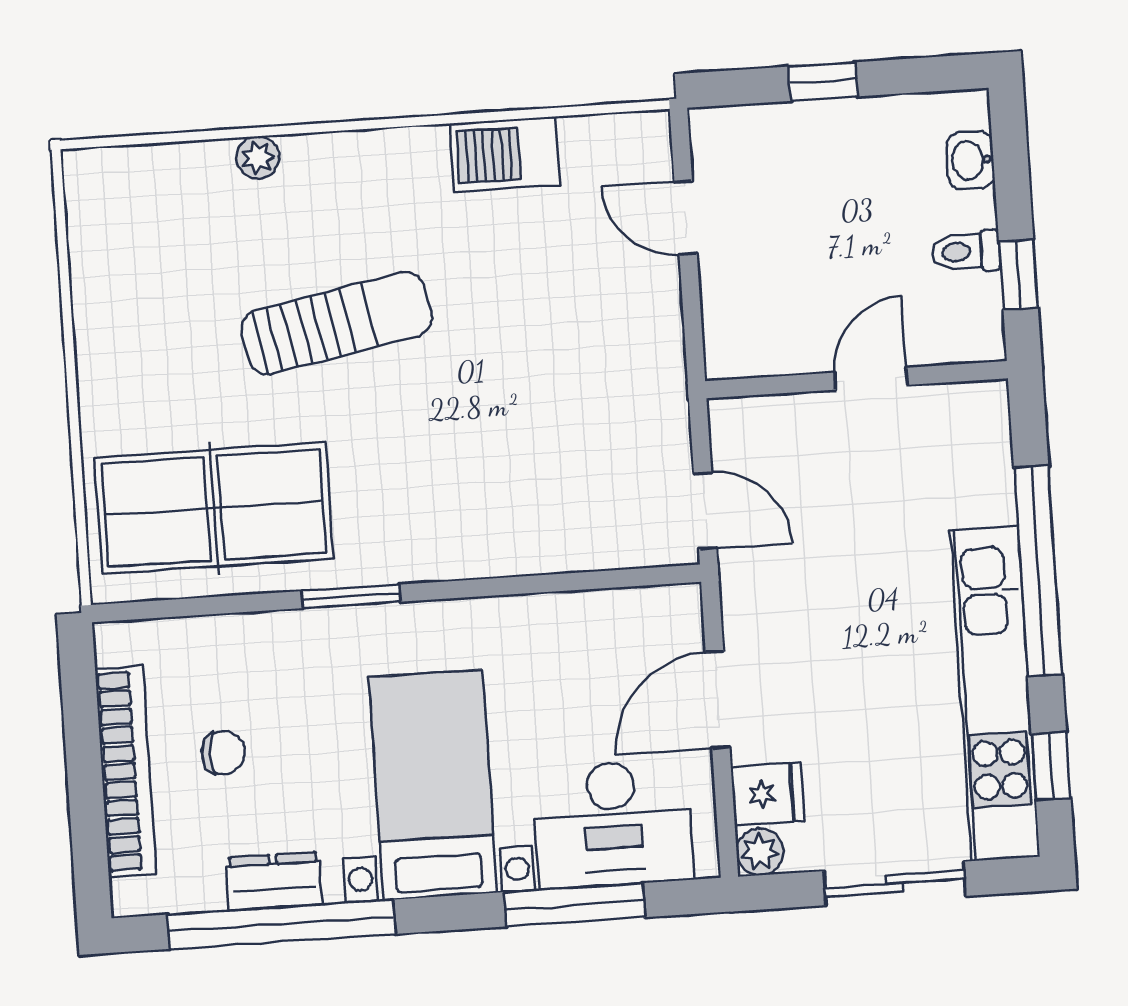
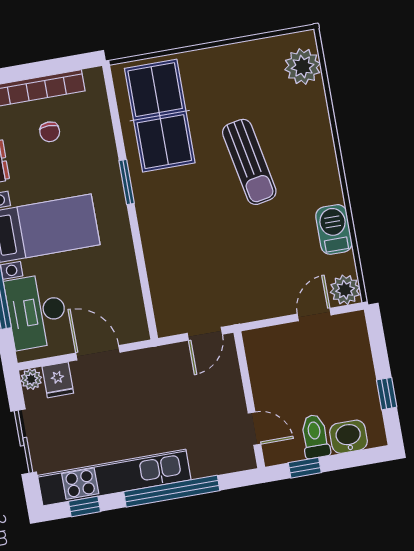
window: (823, 82) -> (387, 394), moved
plant: (639, 144) -> (345, 290), added
plant: (258, 158) -> (303, 67), moved, width x1.88, depth x1.88
washbasin: (971, 160) -> (348, 437), width x1.38, depth x1.45
toilet: (966, 252) -> (315, 436), width x1.37, depth x1.39
door: (871, 379) -> (254, 429), moved
door: (705, 511) -> (205, 334), moved

